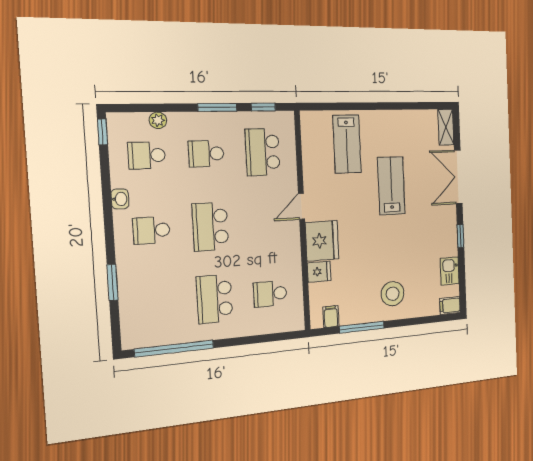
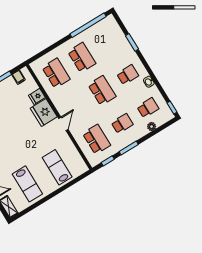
lab bench: (391, 186) -> (27, 184), moved
school desk: (270, 294) -> (56, 73), width x1.85

